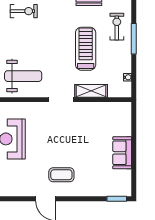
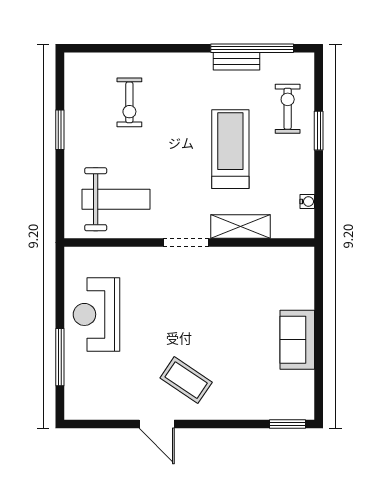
exercise bike: (24, 11) -> (129, 102), moved, turned 90
window: (134, 39) -> (319, 131), width x0.69
coffee table: (61, 175) -> (186, 380), turned 34

